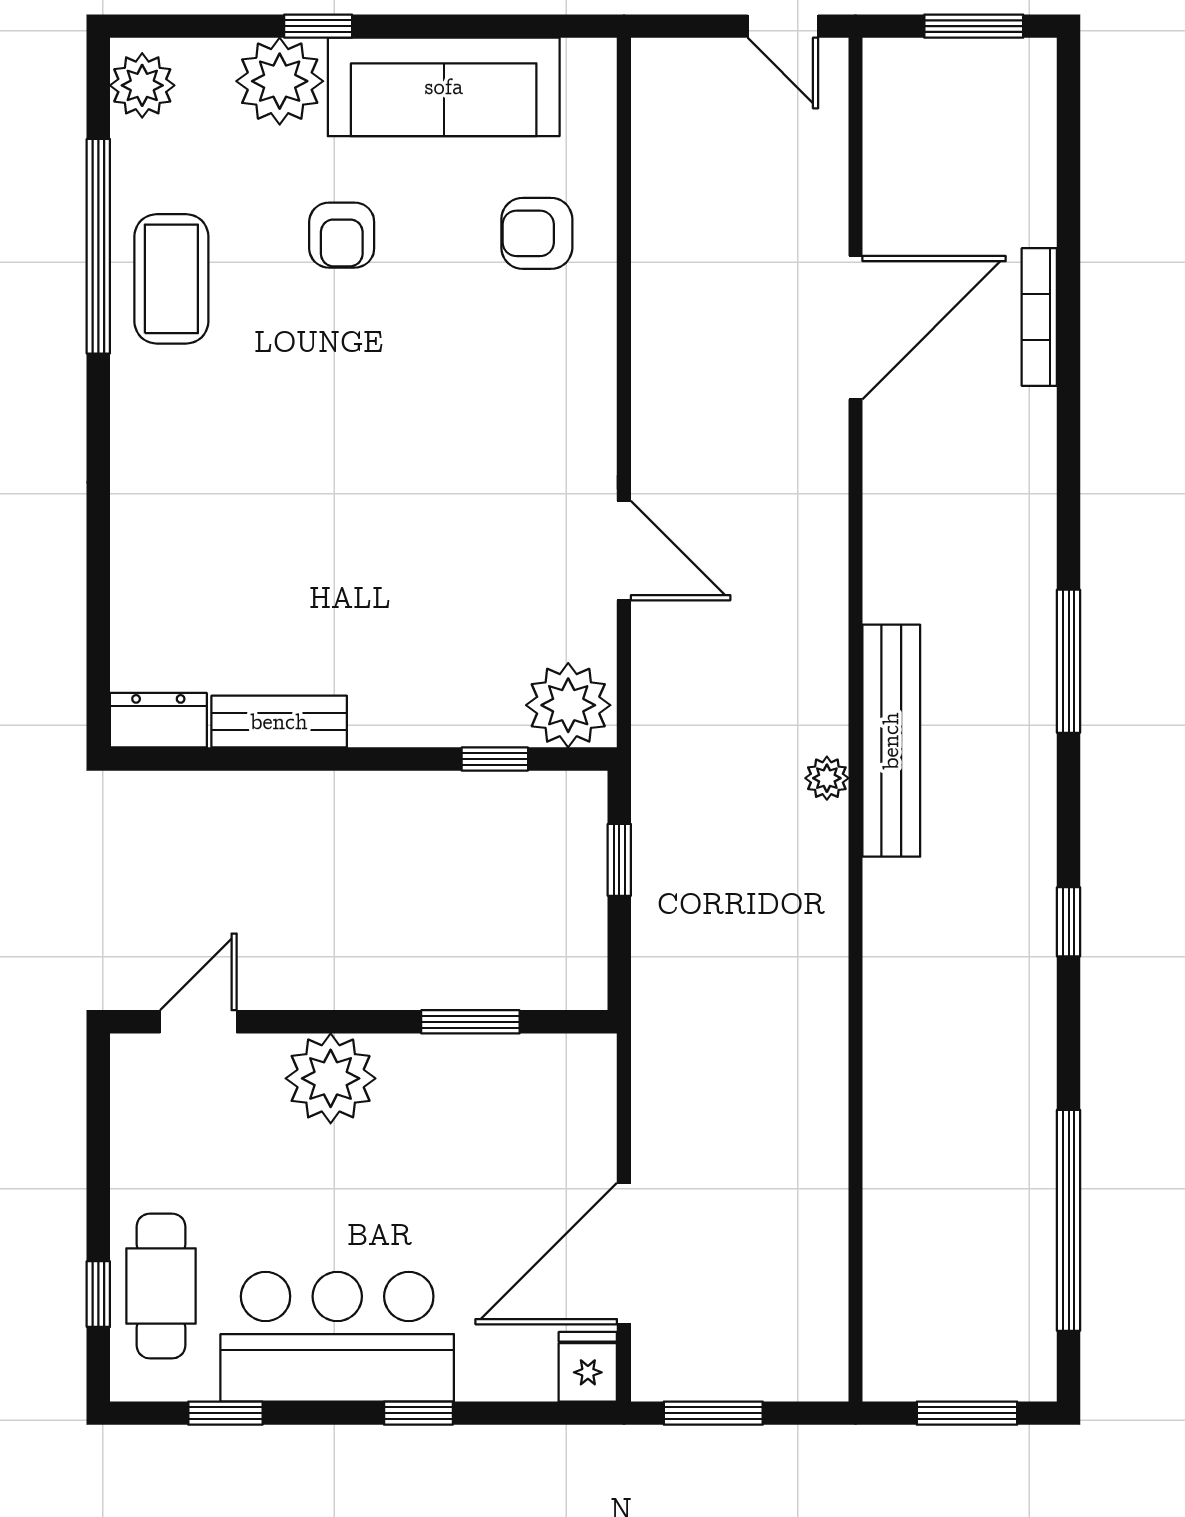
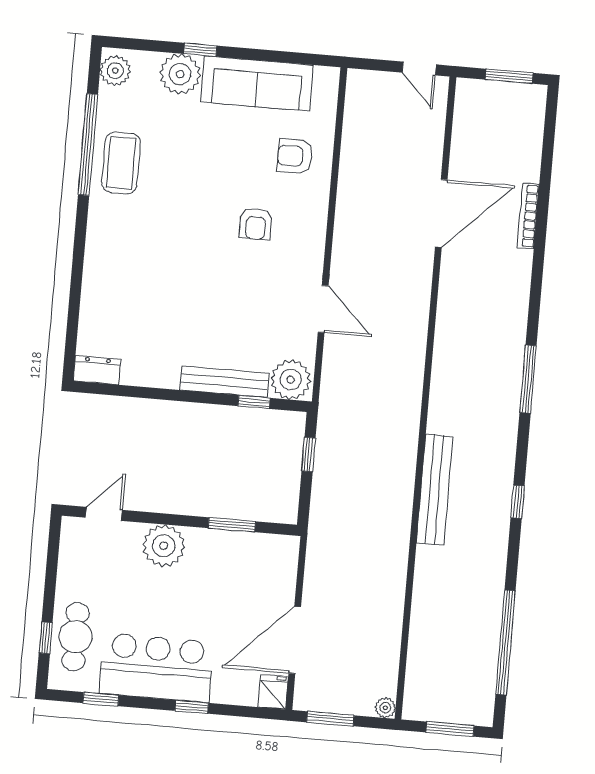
armchair: (342, 235) -> (256, 224), moved
bench: (279, 722) -> (224, 382), moved, width x1.36
bench: (891, 741) -> (435, 490), moved
plant: (827, 778) -> (385, 708), moved

